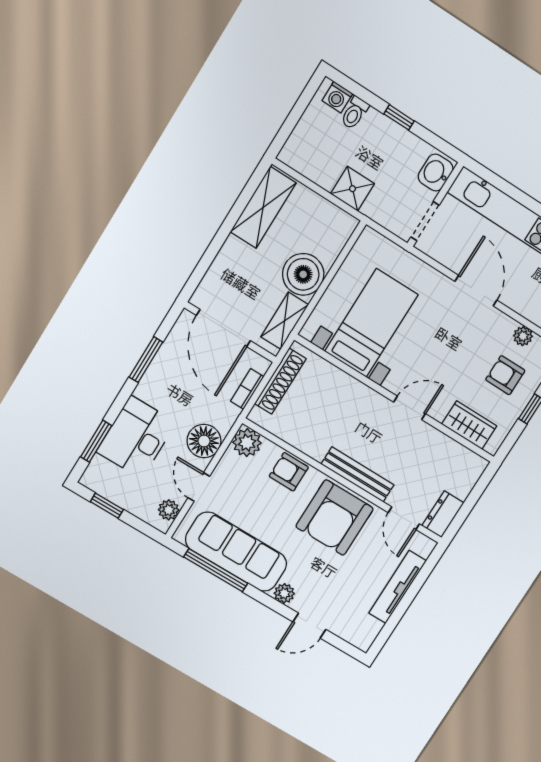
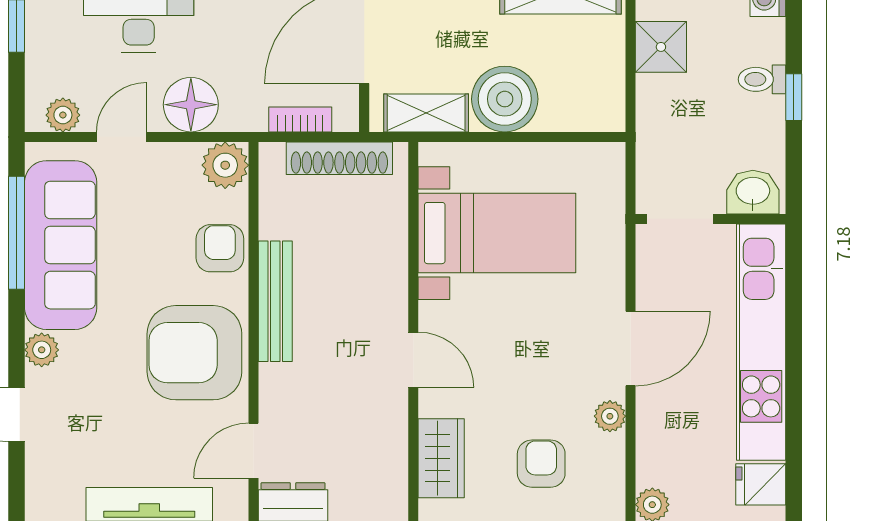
toilet: (355, 113) -> (762, 79), moved
shower: (352, 189) -> (661, 47), moved
plant: (523, 336) -> (610, 416), moved
bench: (358, 475) -> (275, 301), moved

